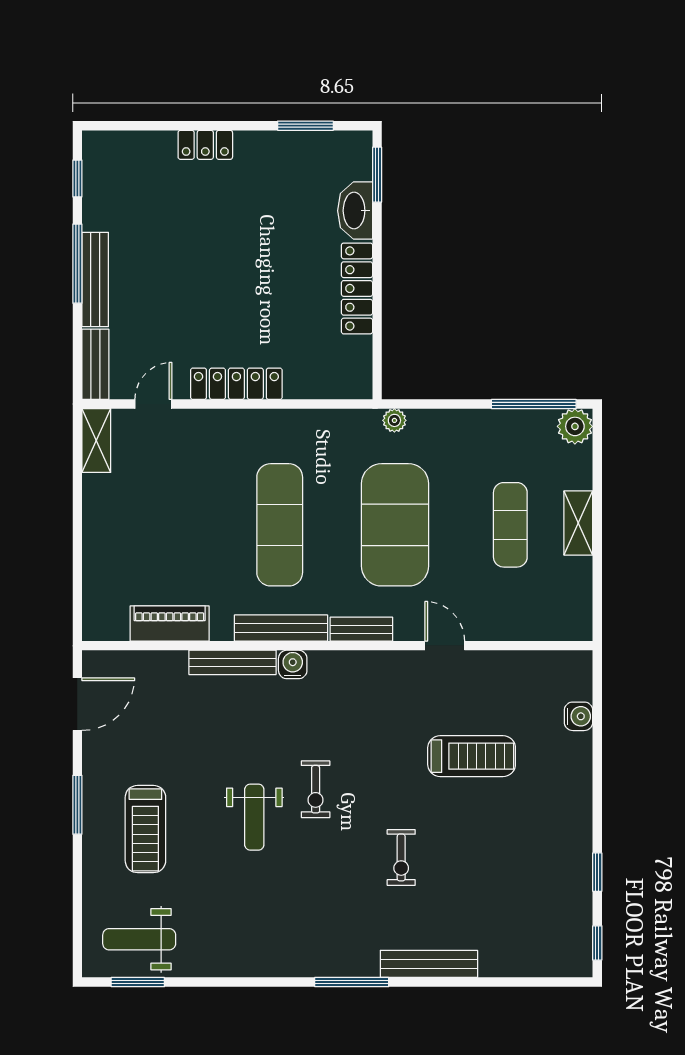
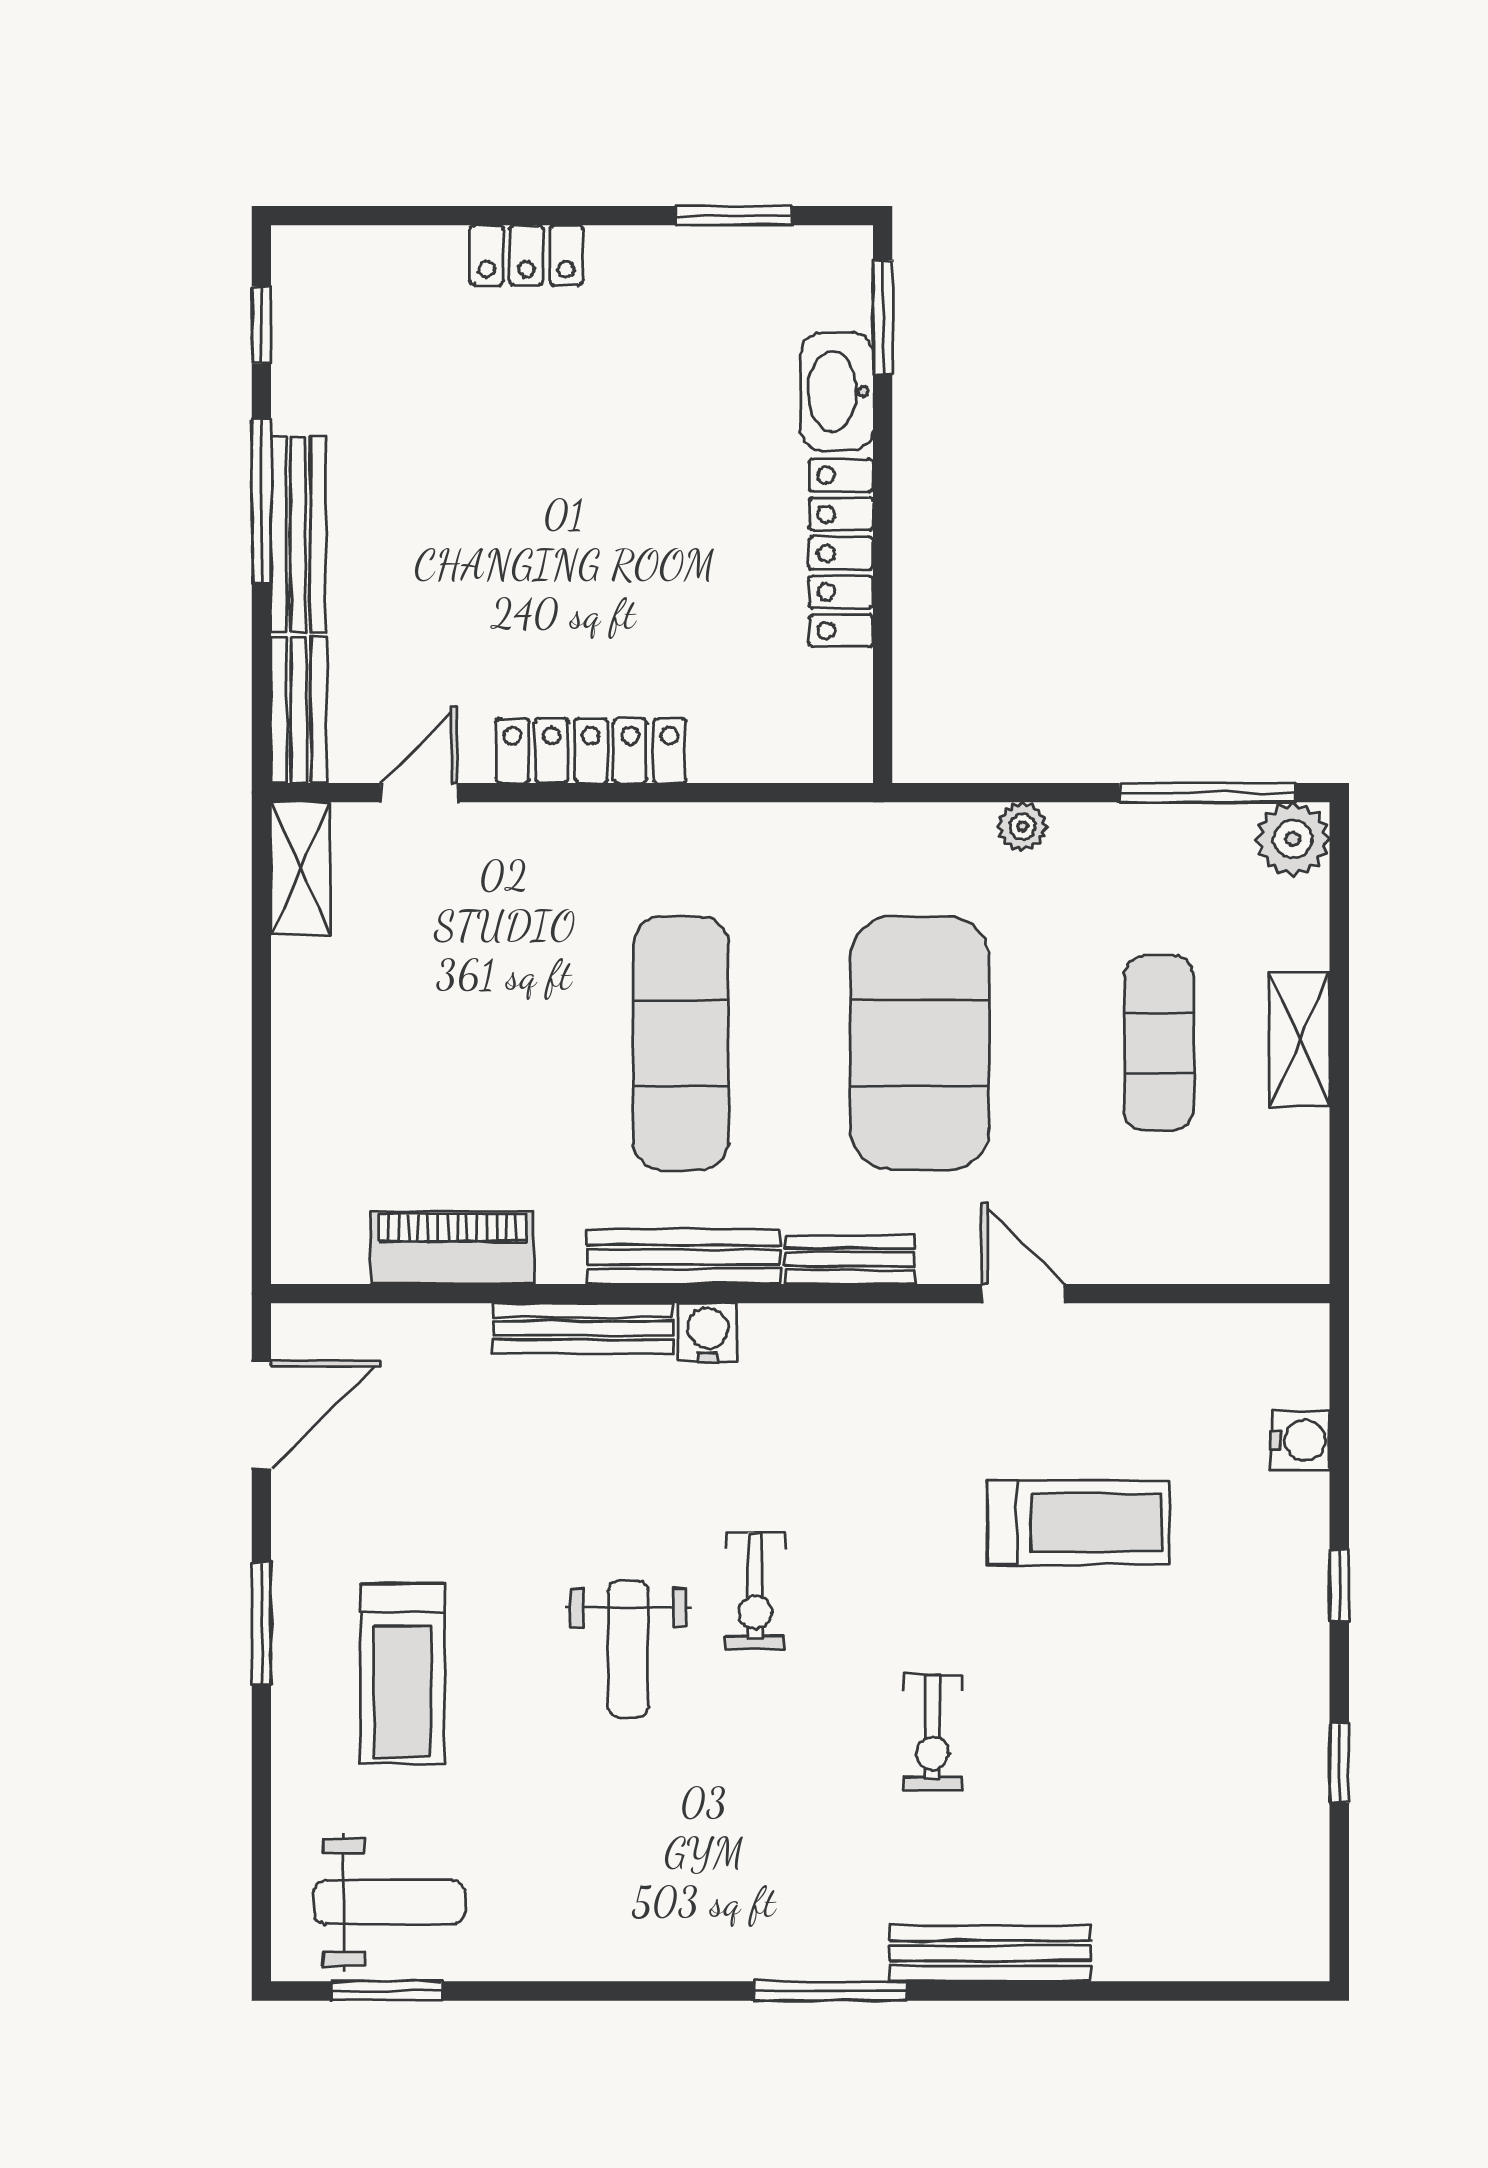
plant: (394, 420) -> (1022, 827), moved
weight bench: (139, 939) -> (389, 1902), turned 180
window: (597, 943) -> (1339, 1585), moved

